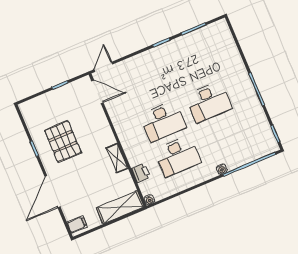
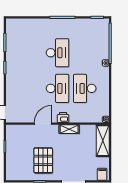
door: (97, 92) -> (43, 124), moved
pallet: (63, 142) -> (43, 160), turned 90
desk: (178, 156) -> (85, 88), turned 180
printer: (141, 173) -> (63, 117), moved

